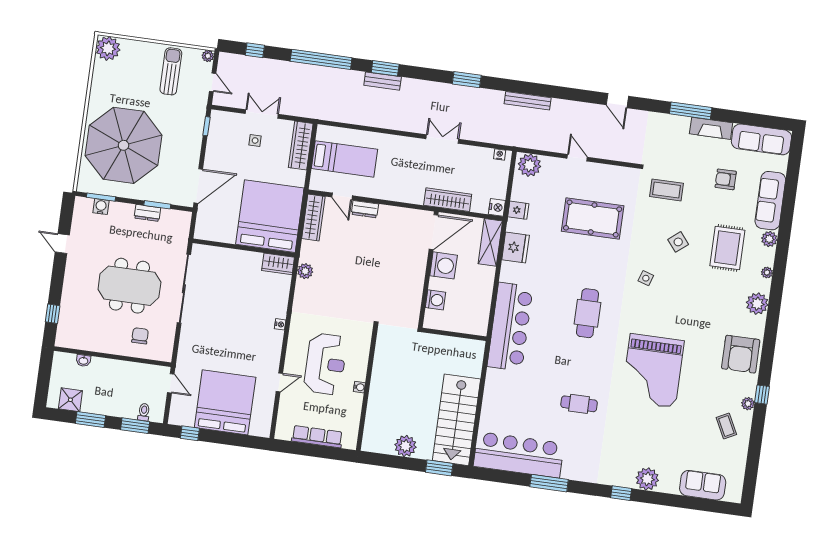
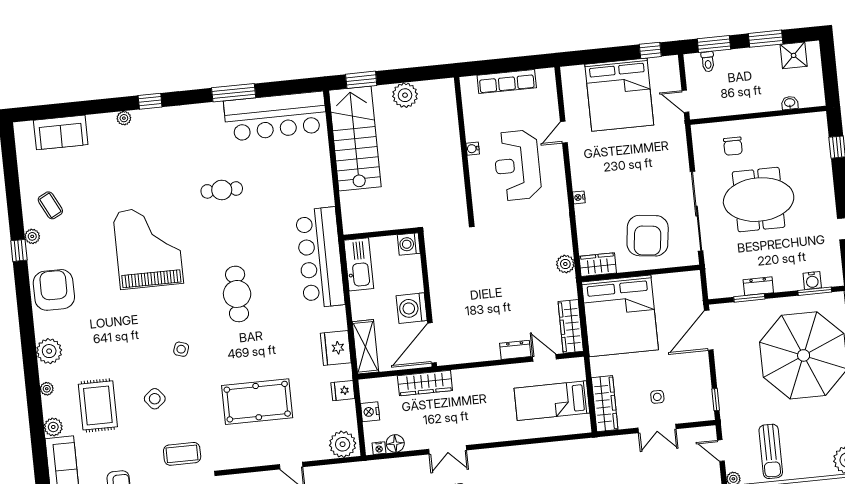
floor lamp: (485, 155) -> (395, 443), added
nightstand: (497, 207) -> (370, 412), moved
armchair: (230, 278) -> (648, 236), added
washing machine: (436, 300) -> (409, 244), moved
kitchen sink: (479, 313) -> (359, 264), added
plant: (647, 479) -> (124, 118), width x0.53, depth x0.53

